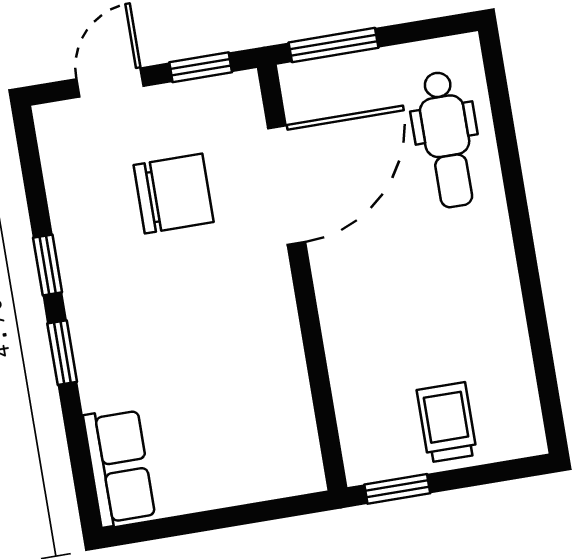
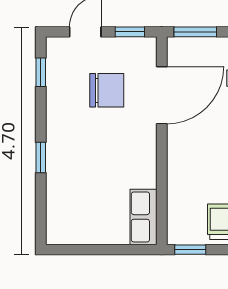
window: (48, 265) -> (41, 72), moved
row of seats: (119, 467) -> (144, 217), moved, turned 180

